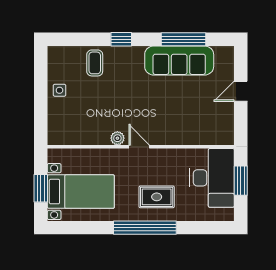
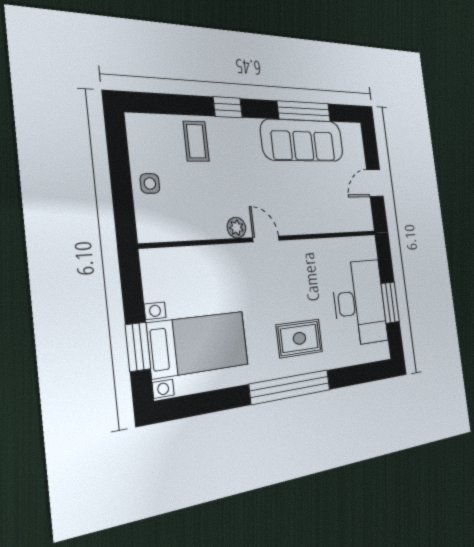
plant: (117, 138) -> (236, 228), moved
door: (139, 147) -> (266, 239), moved
wall: (141, 147) -> (268, 239), moved

